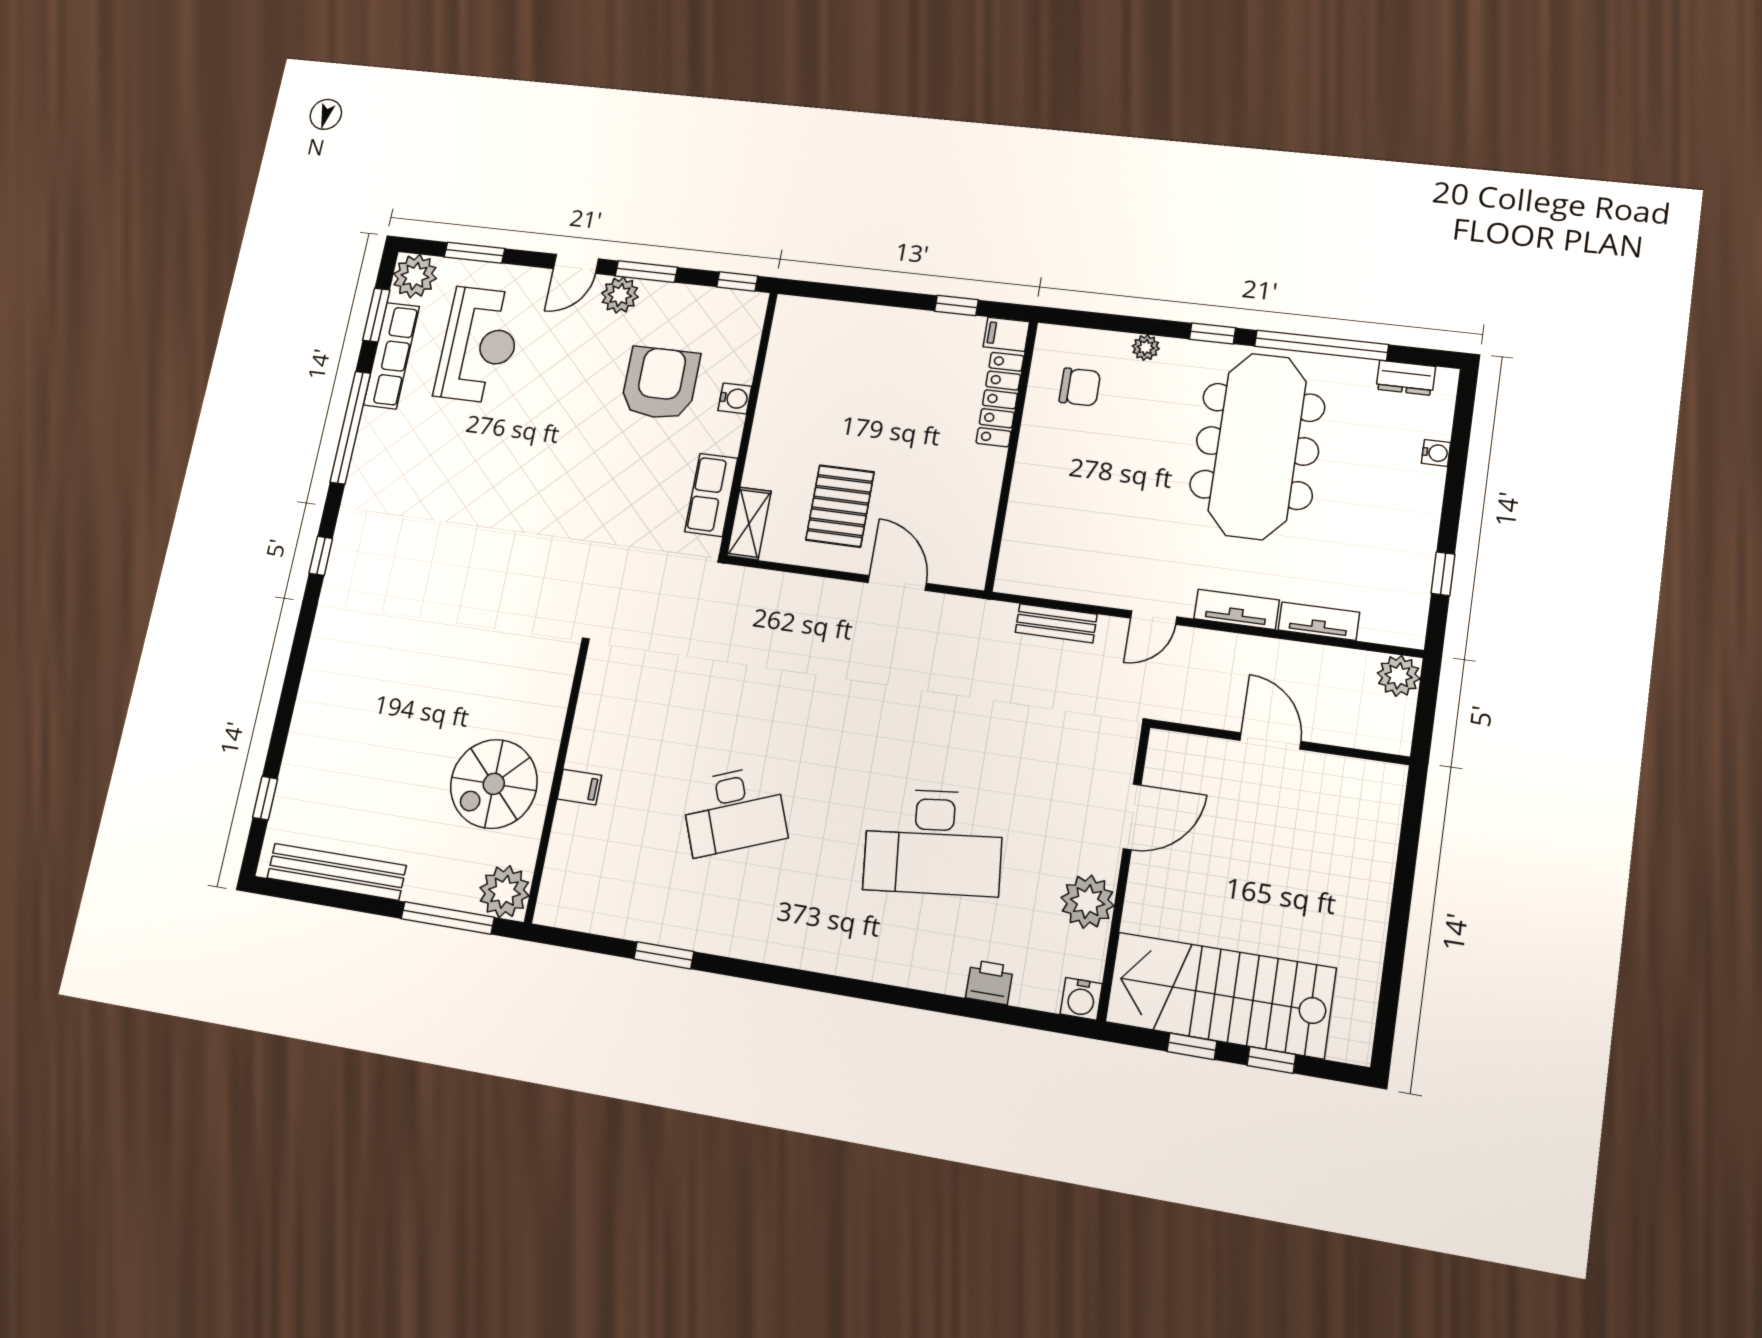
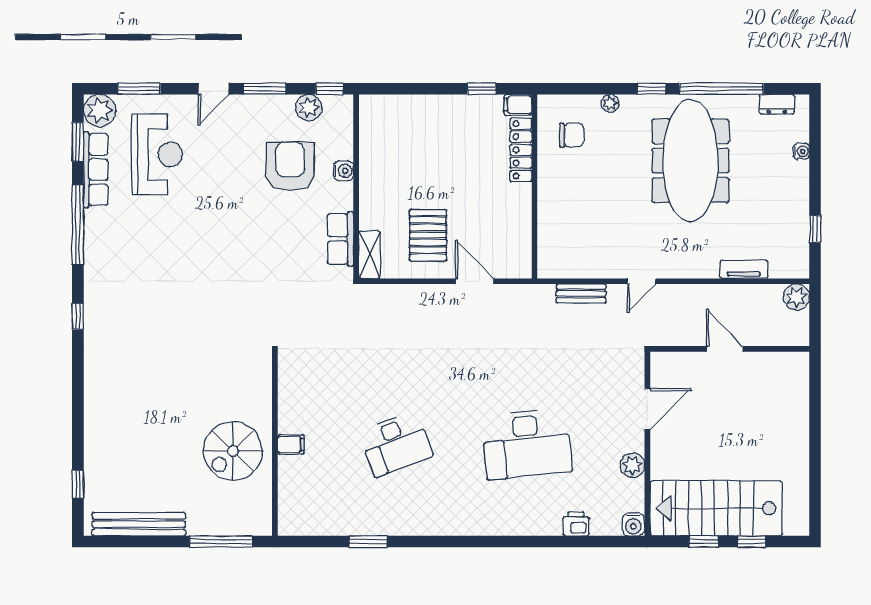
plant: (620, 295) -> (309, 108), moved
tv unit: (1237, 609) -> (692, 269), removed
plant: (504, 892) -> (255, 519), removed
plant: (1087, 902) -> (632, 465), width x0.73, depth x0.73

